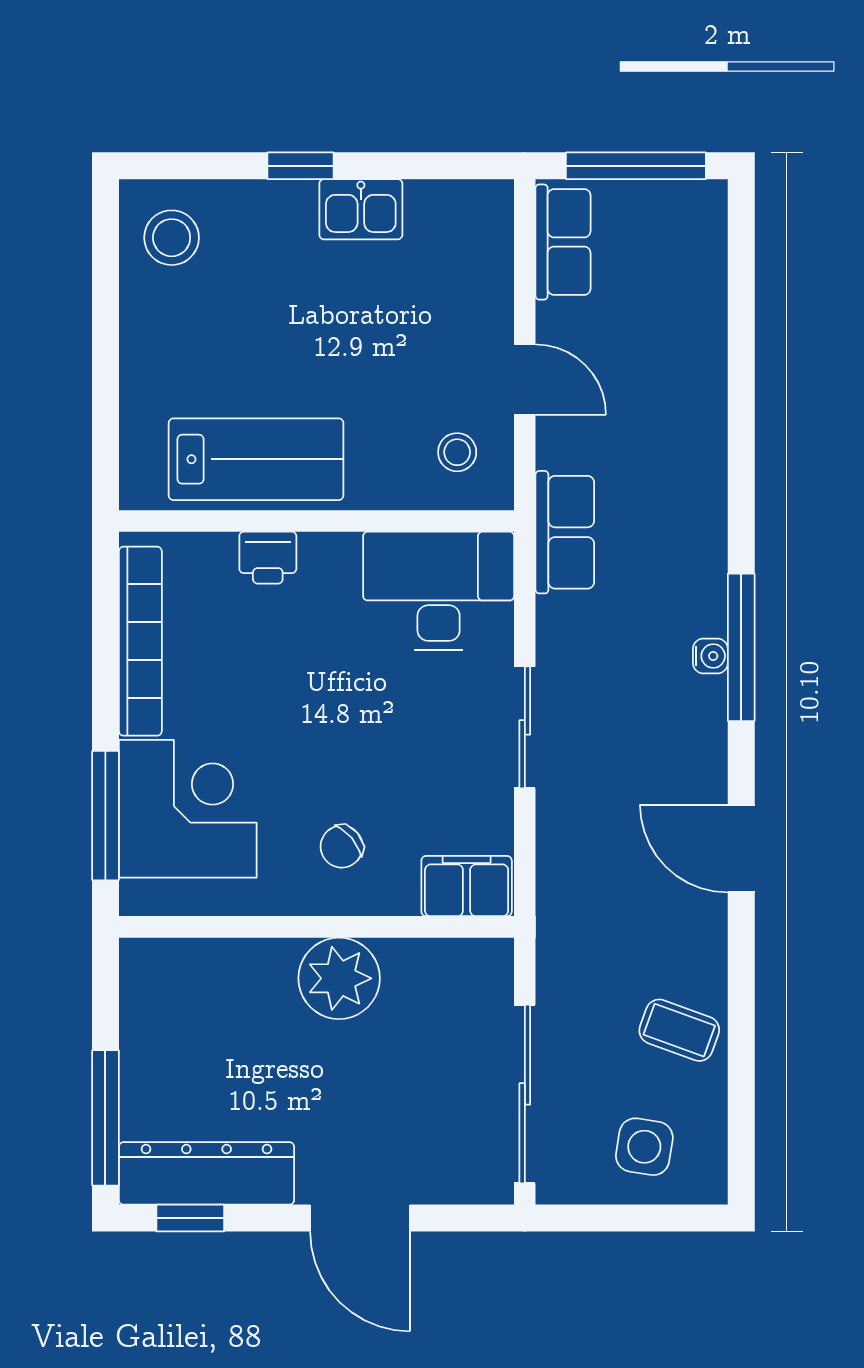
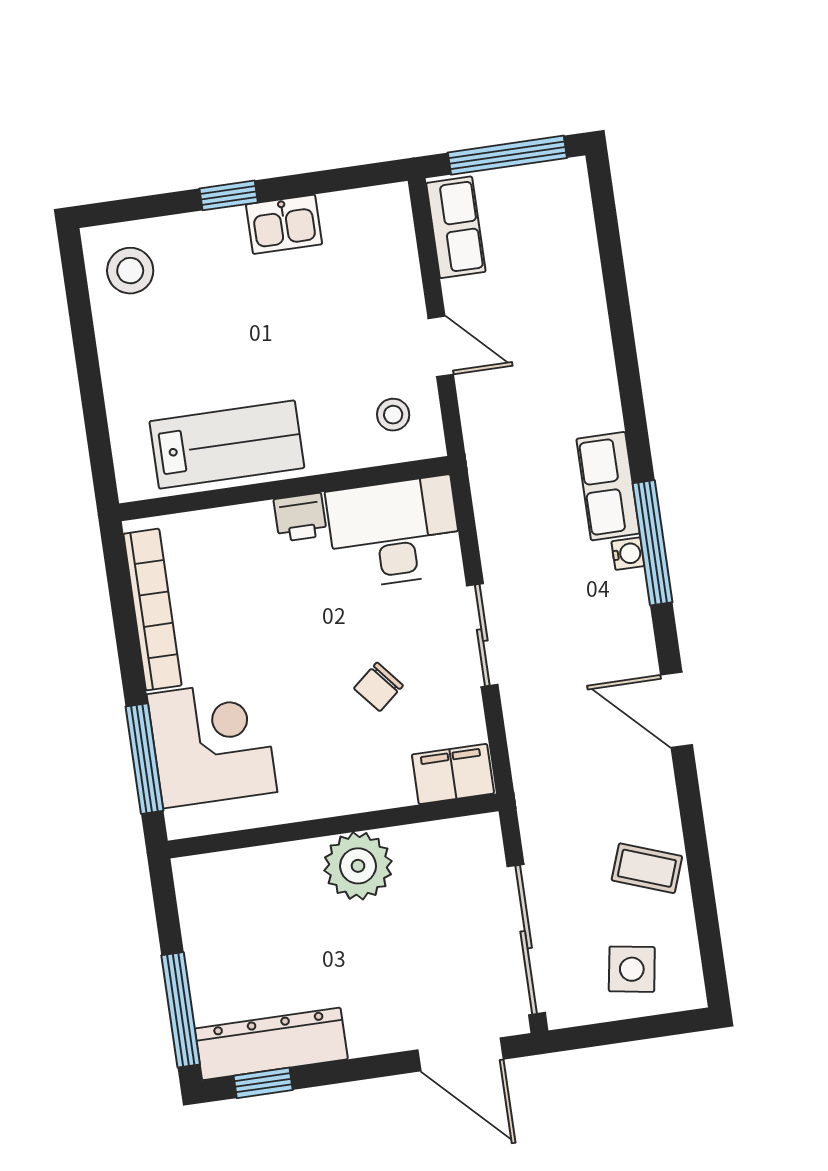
row of seats: (565, 532) -> (608, 486), moved, turned 180
printer: (268, 558) -> (300, 517), moved
chair: (342, 847) -> (378, 687), moved
door: (360, 1218) -> (461, 1054), moved

